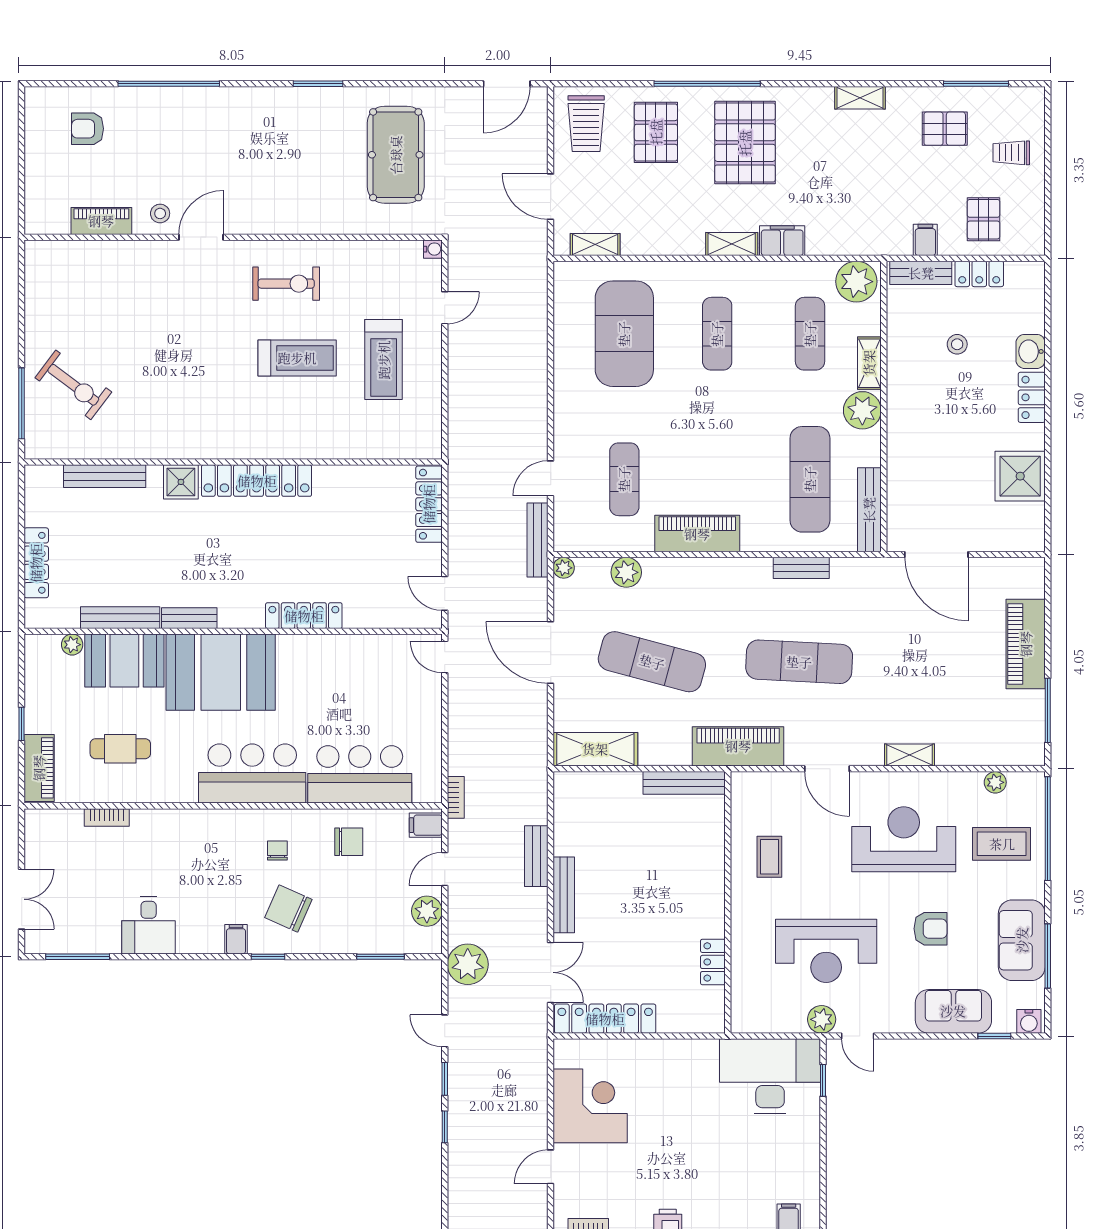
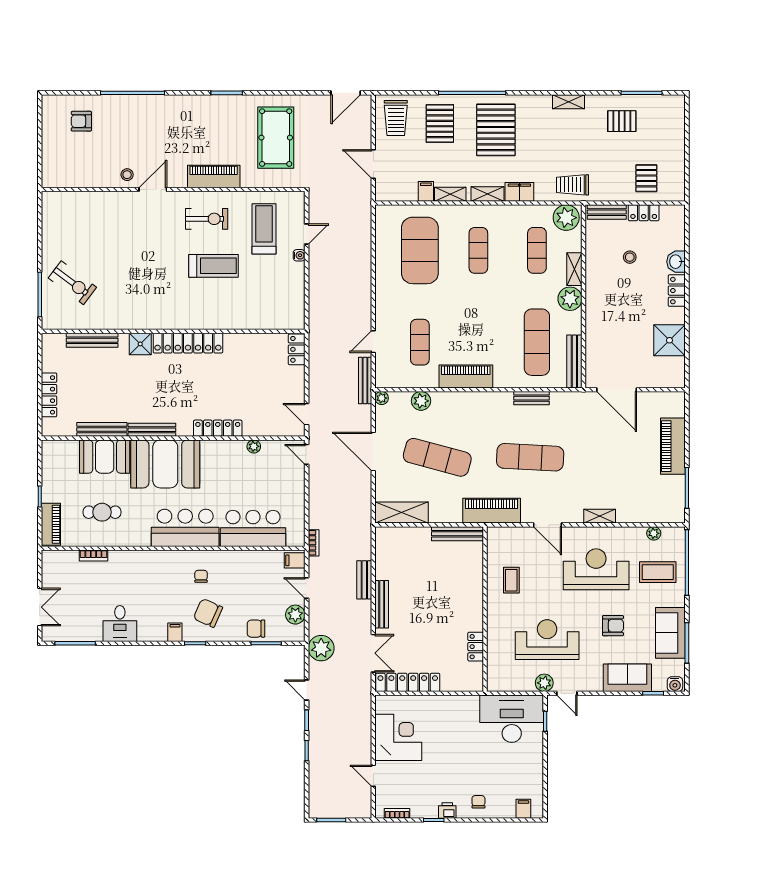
trolley: (1011, 153) -> (573, 185), moved, width x1.36, depth x1.39
piano: (101, 221) -> (214, 177), moved, width x1.37, depth x1.33
filing cabinet: (925, 240) -> (426, 191), moved
shelving: (595, 245) -> (450, 194), moved
water cooler: (433, 249) -> (299, 255), moved
treadmill: (384, 360) -> (264, 229), moved, turned 180
locker: (429, 504) -> (297, 349), width x0.66
bench: (189, 618) -> (152, 430), width x1.36
plant: (72, 645) -> (254, 446), moved
chair: (349, 842) -> (256, 629), moved, turned 180
door: (445, 869) -> (307, 588), hinge flipped
reception desk: (826, 951) -> (547, 640), turned 180
door: (551, 1167) -> (373, 776), hinge flipped
chair: (717, 1208) -> (478, 802), added

